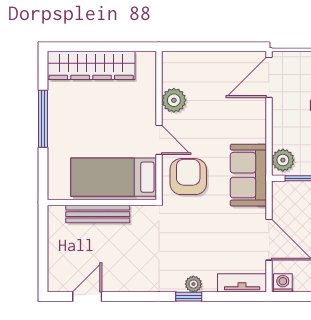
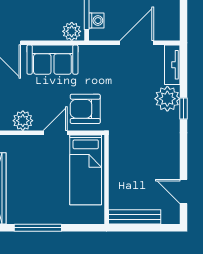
sofa: (248, 175) -> (52, 60), moved
bench: (98, 214) -> (135, 217), moved, turned 90
washing machine: (283, 283) -> (96, 21), moved, turned 180
plant: (193, 284) -> (167, 99), width x1.87, depth x1.87

